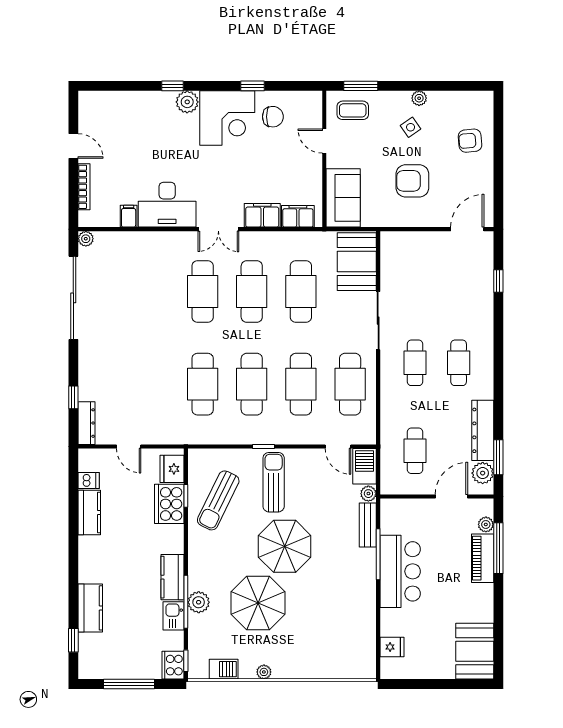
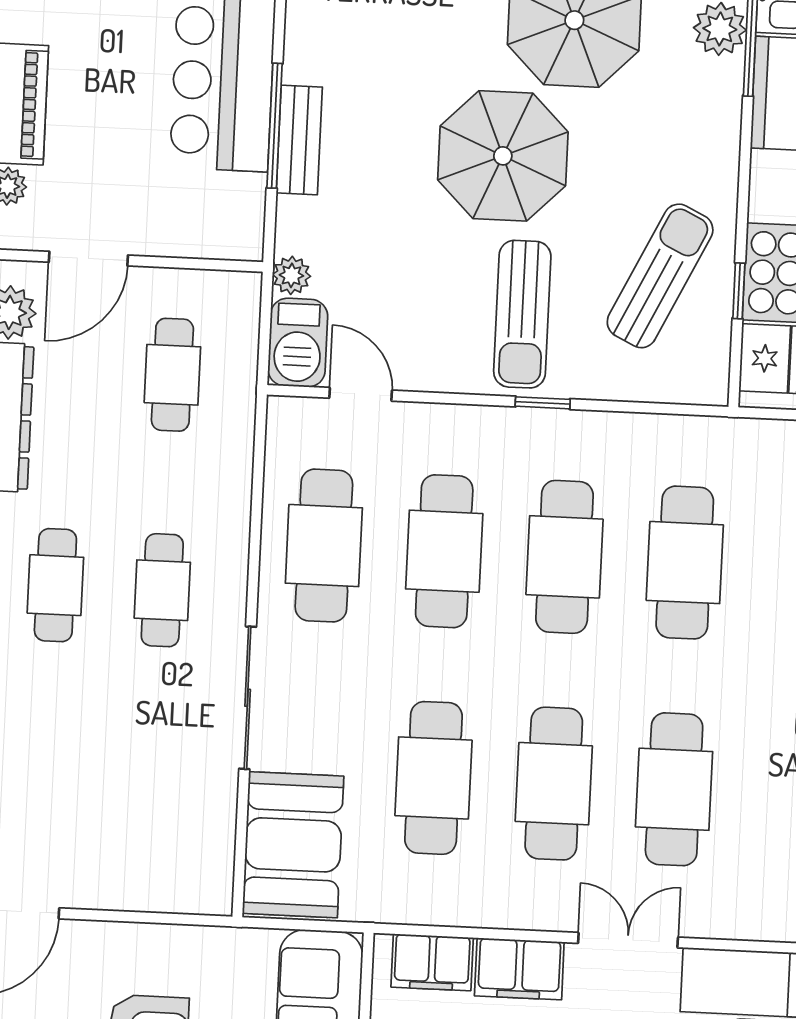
bench: (368, 525) -> (299, 140), moved

